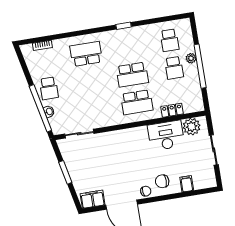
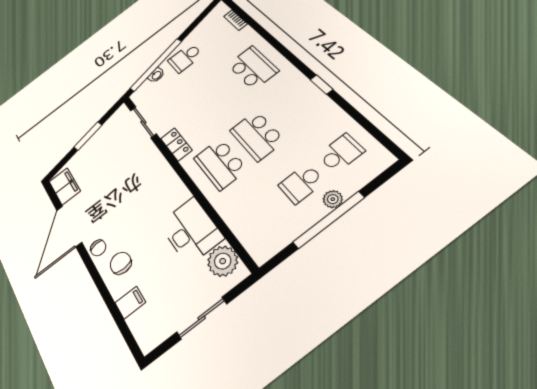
school desk: (170, 40) -> (341, 153), turned 180
locker: (172, 110) -> (176, 144), moved

